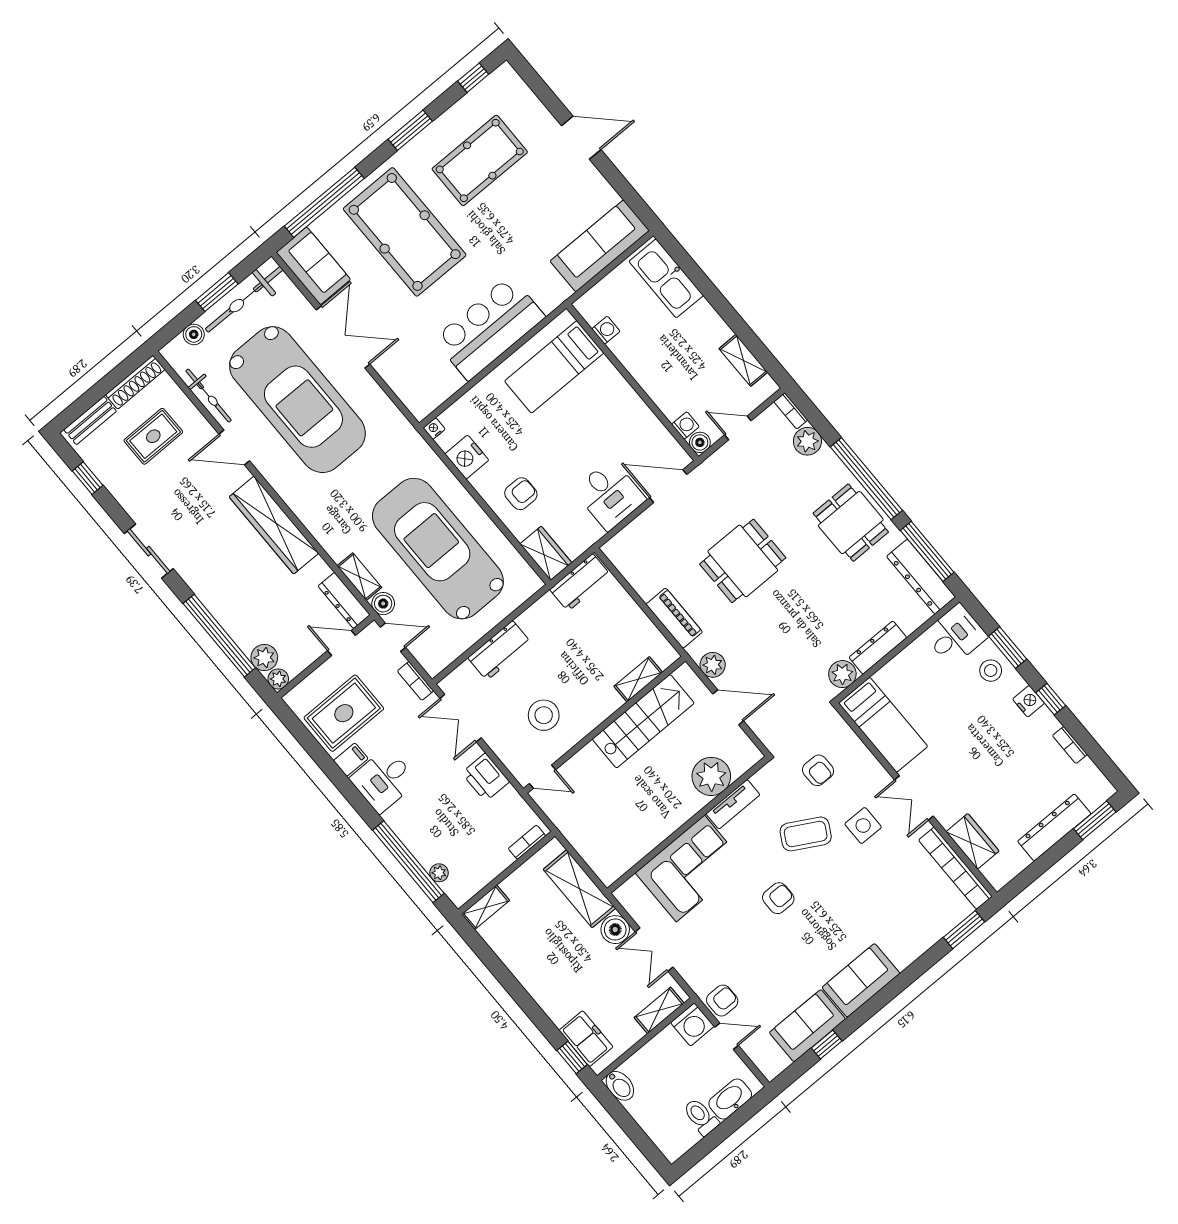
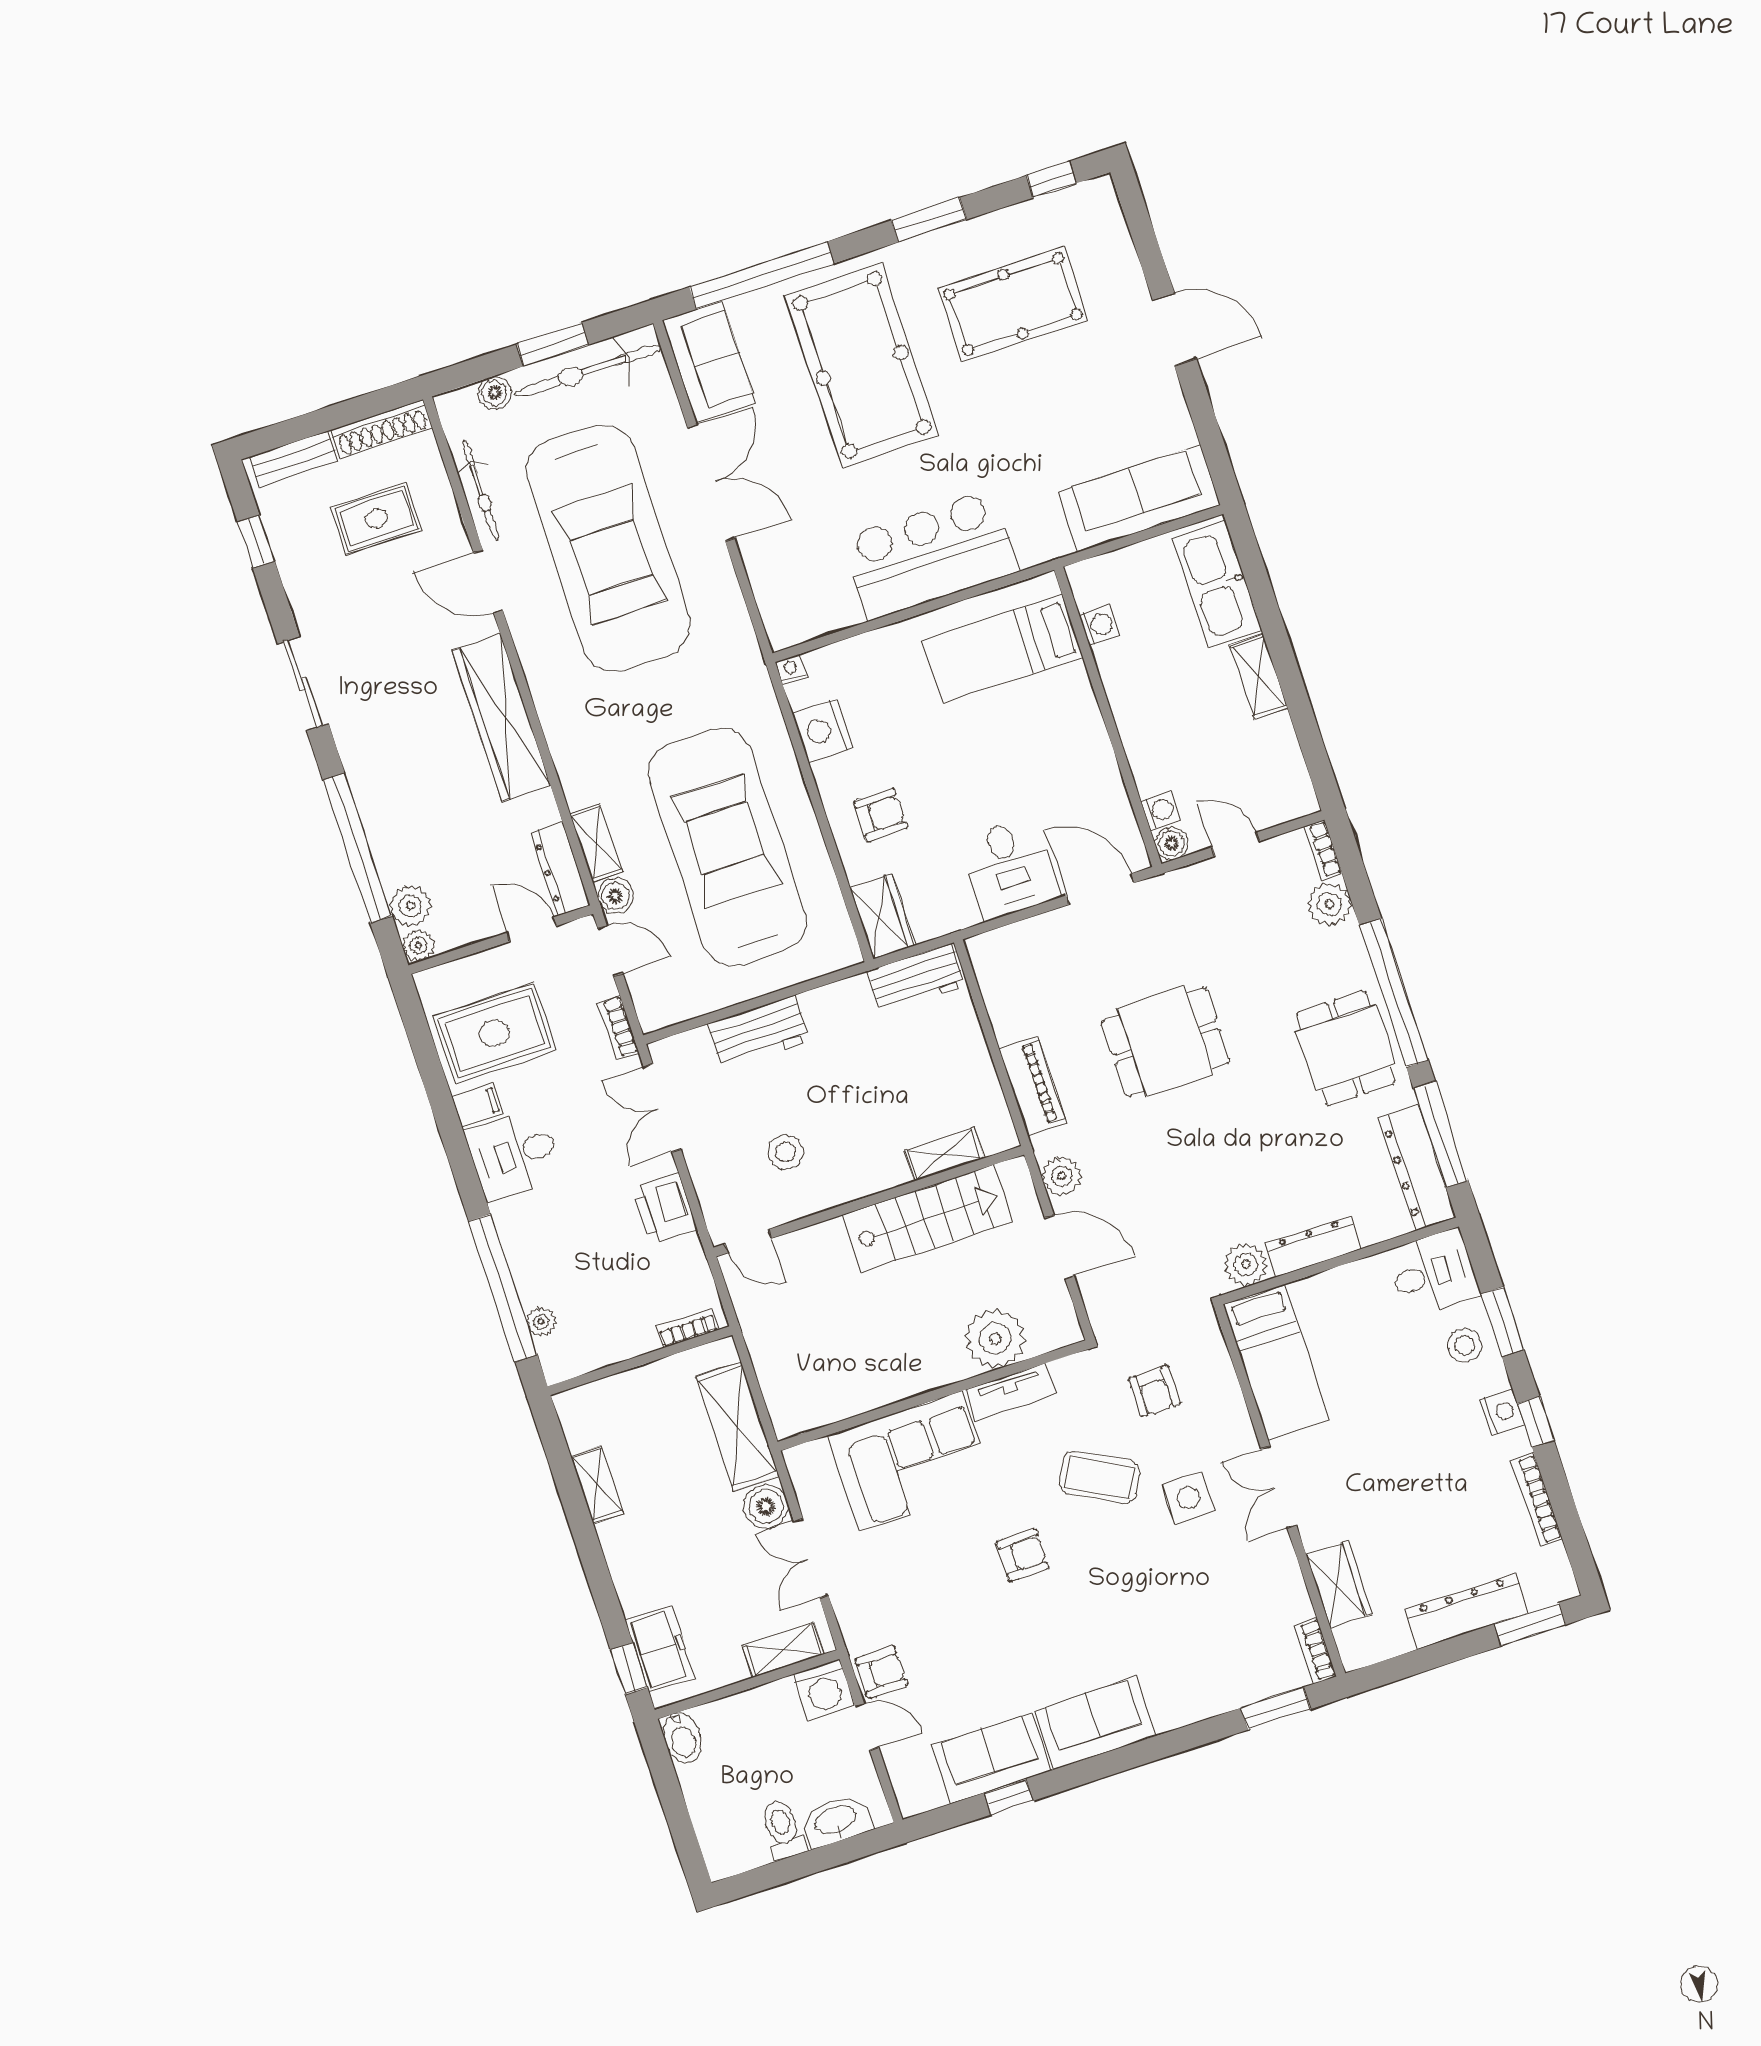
shelving: (743, 360) -> (1259, 677), moved
stool: (544, 715) -> (785, 1152), width x0.73, depth x0.73
bookcase: (1070, 745) -> (1537, 1500), width x1.56
bookcase: (955, 868) -> (1315, 1651), width x0.43, depth x0.76
shelving: (486, 907) -> (597, 1485), moved, turned 90

